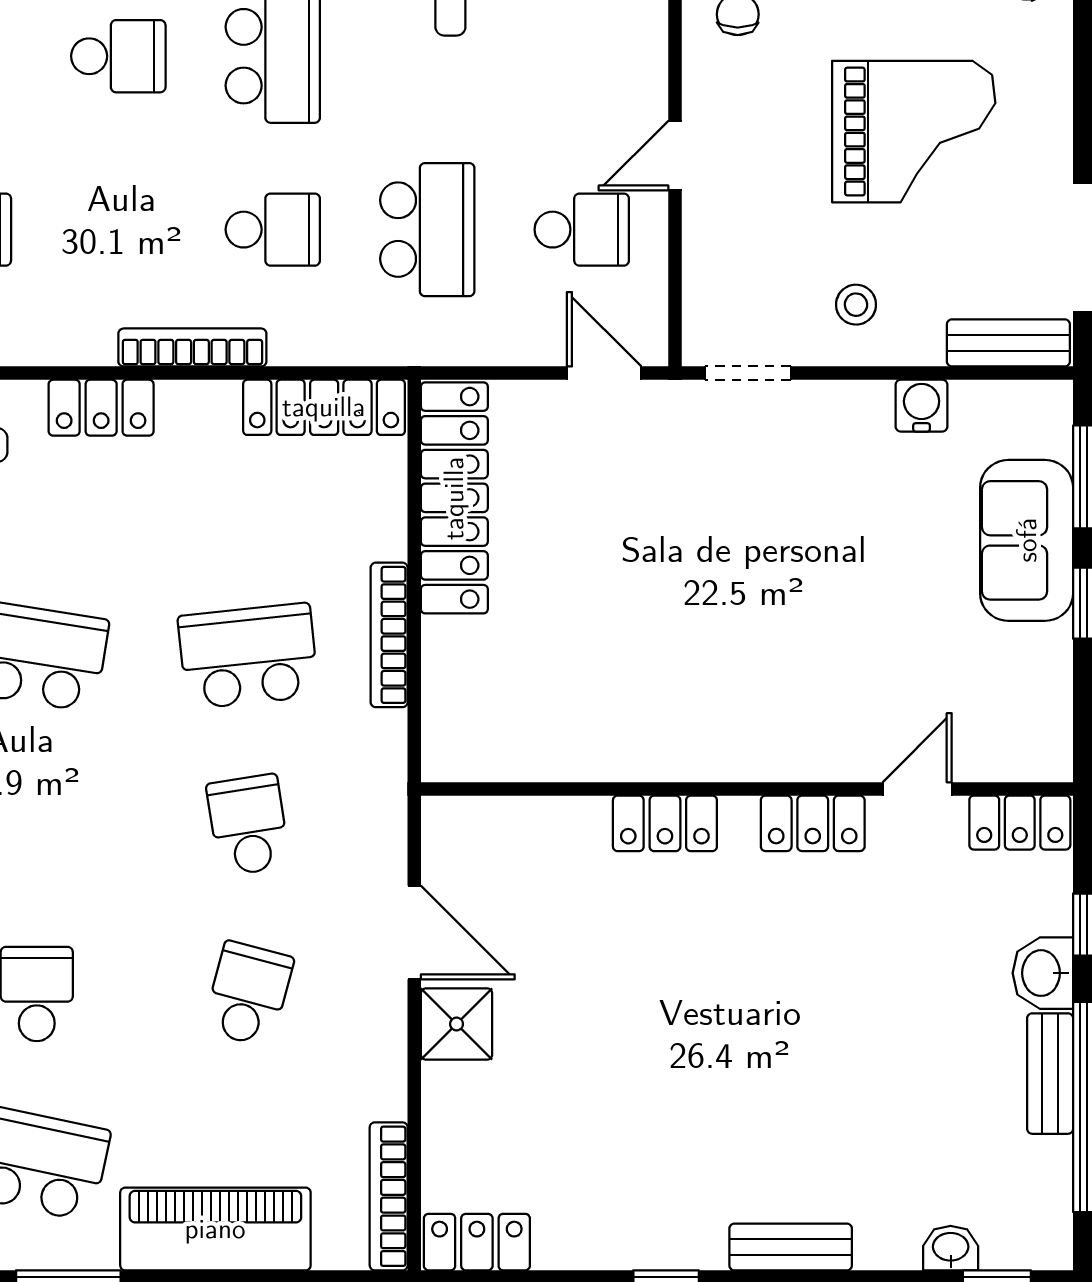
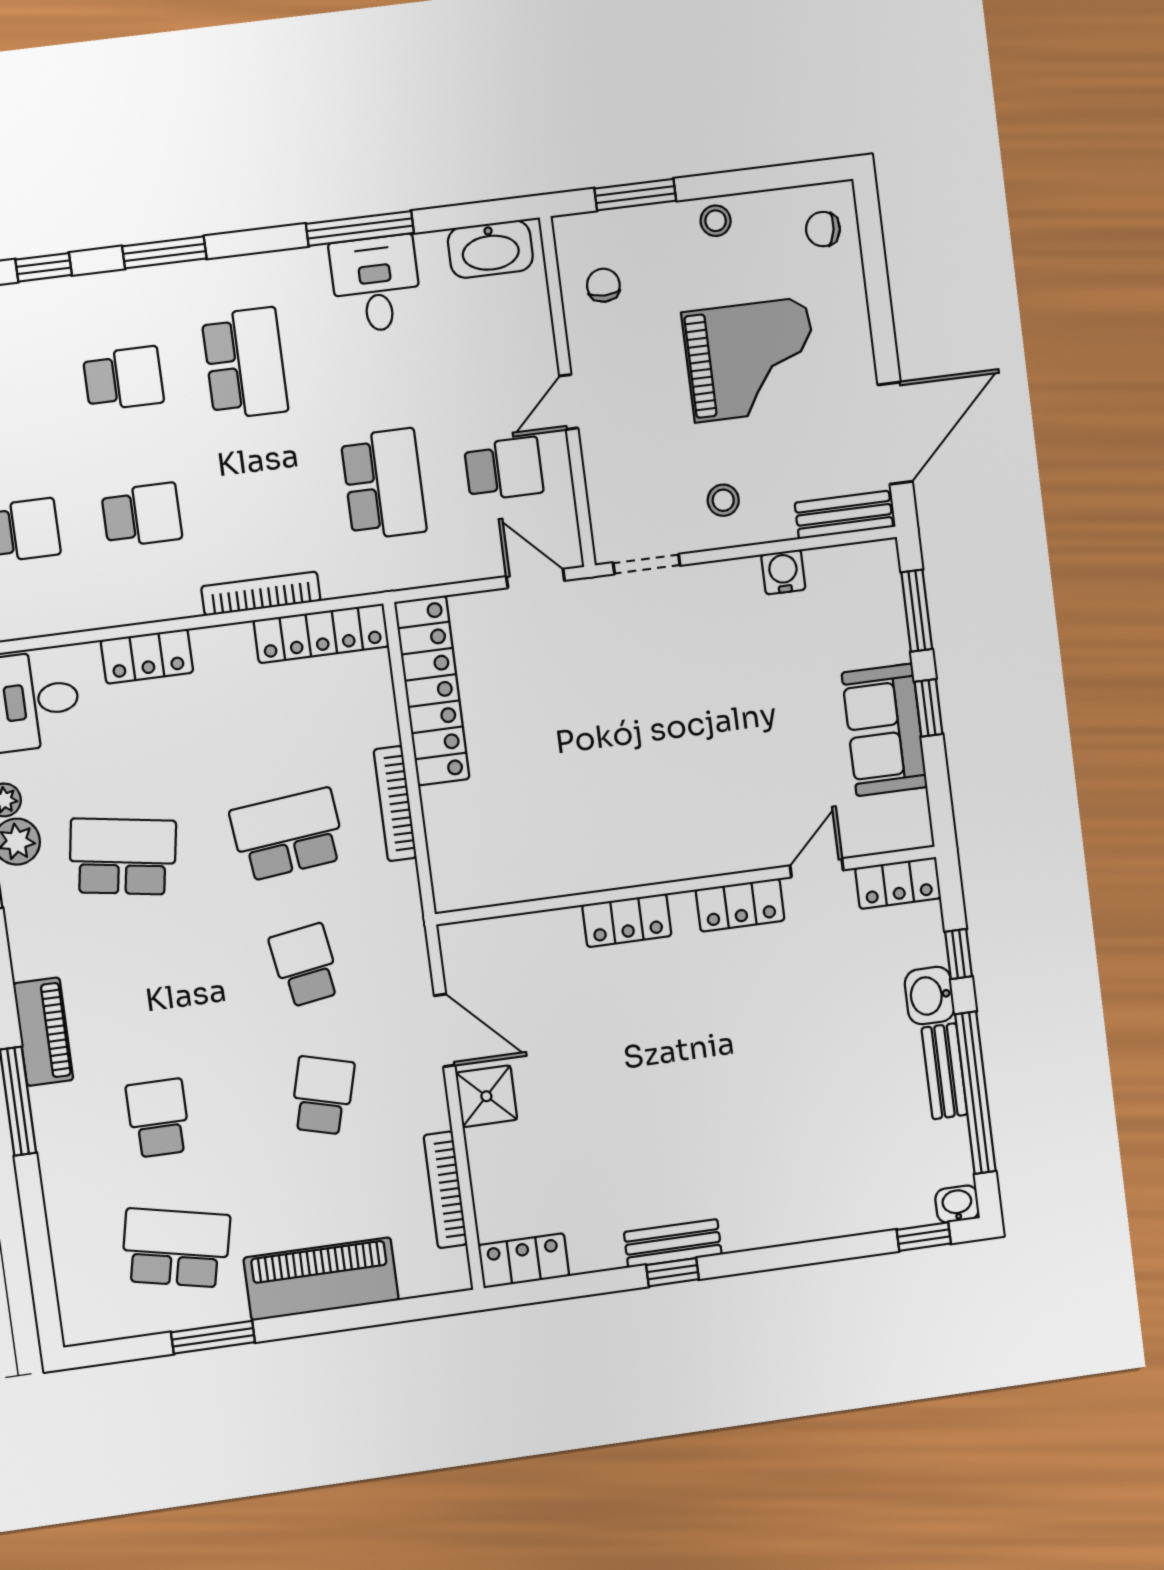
school desk: (273, 230) -> (142, 515), moved
bookcase: (192, 347) -> (261, 594), moved
sofa: (1027, 540) -> (884, 730), moved
bookcase: (389, 1196) -> (445, 1190), moved
bench: (791, 1247) -> (673, 1243), moved
washbasin: (951, 1248) -> (957, 1204), moved

